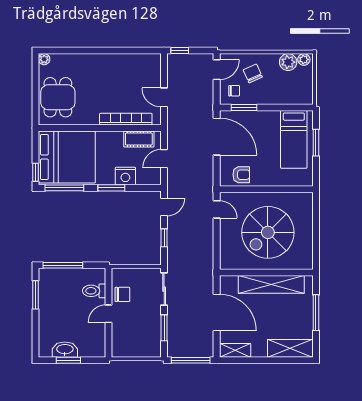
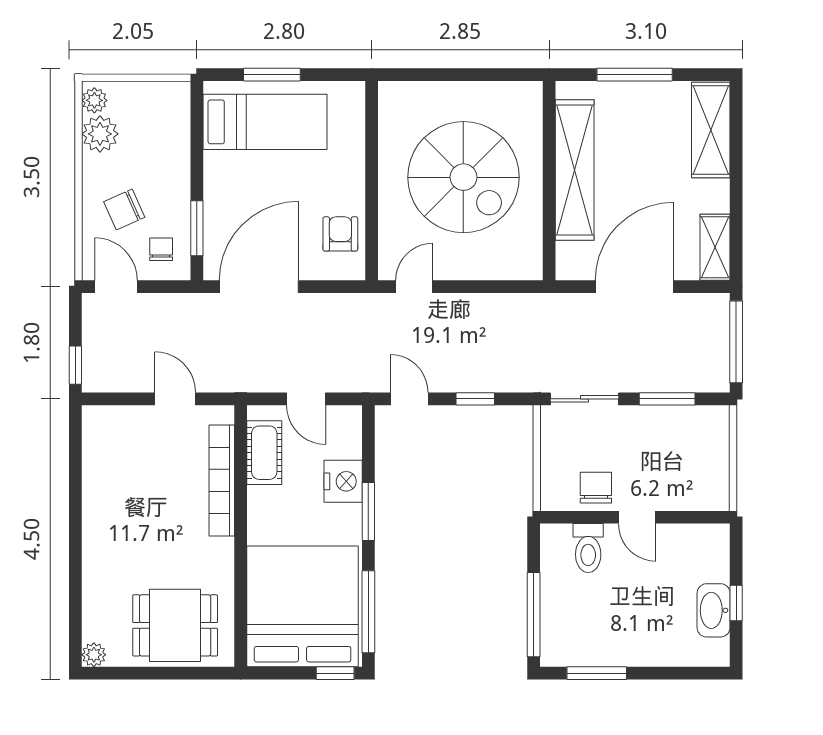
door: (164, 97) -> (175, 399), swing flipped
window: (68, 360) -> (736, 603), width x0.67

